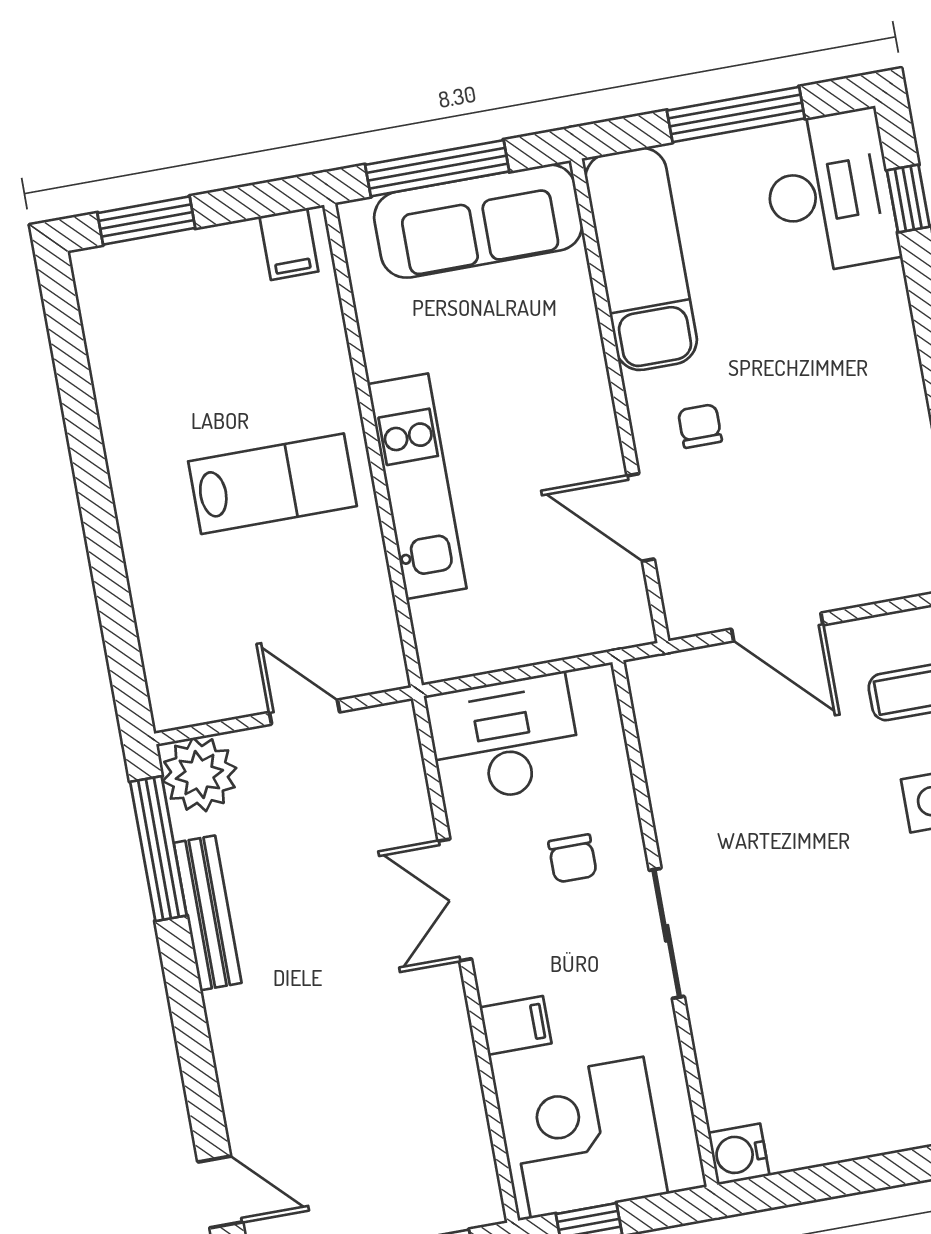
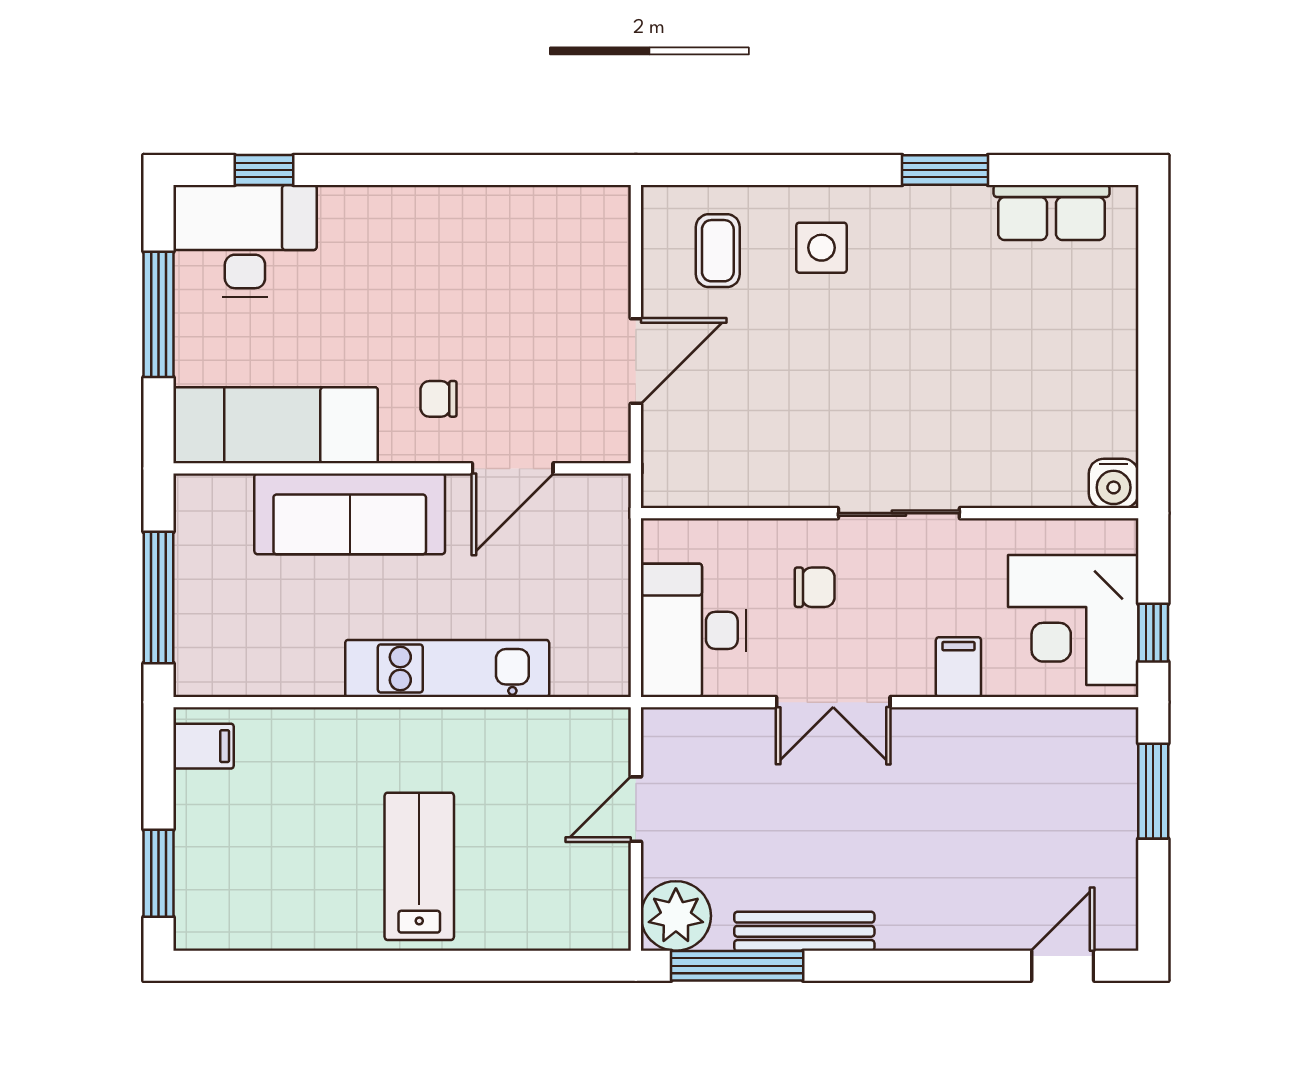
sofa: (478, 221) -> (350, 514), moved, turned 90
lab bench: (273, 484) -> (419, 866), moved

